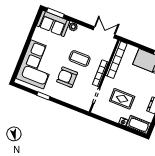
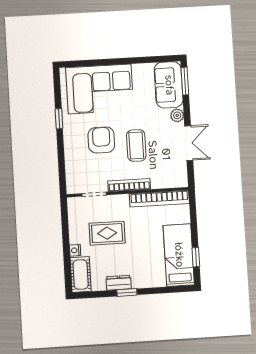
double door: (104, 32) -> (189, 143), moved
rug: (122, 99) -> (107, 233), turned 90

